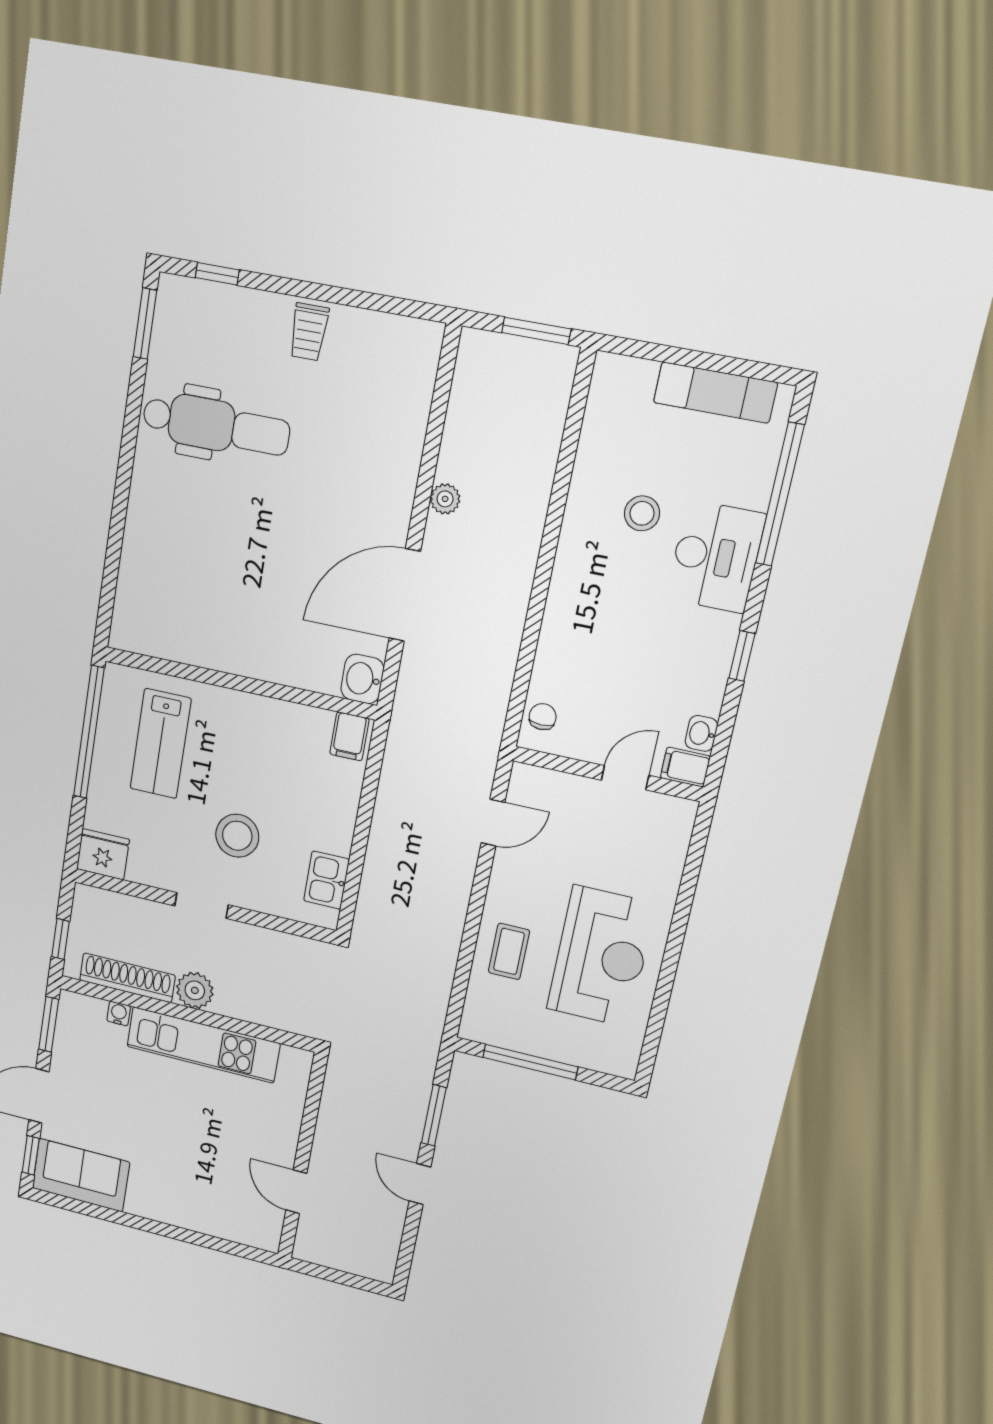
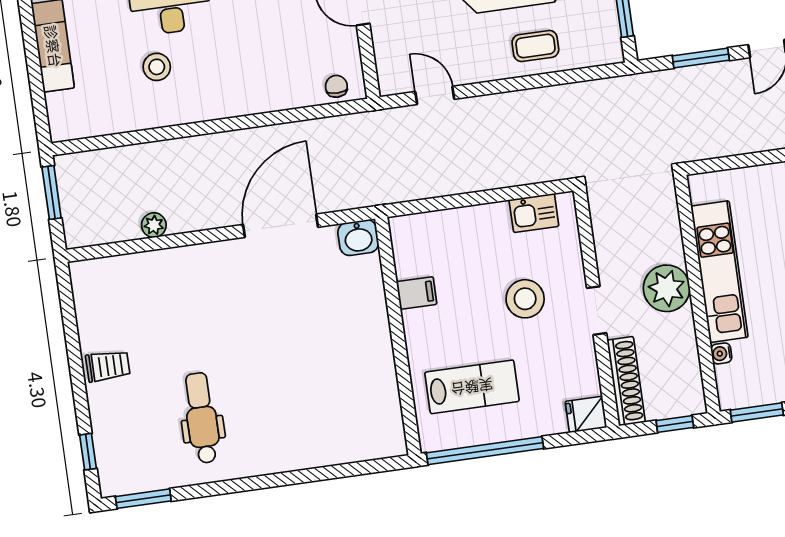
dental chair: (216, 425) -> (202, 418), width x0.73, depth x0.72
plant: (445, 499) -> (154, 225), moved
door: (405, 595) -> (281, 226), swing flipped
chair: (543, 717) -> (336, 86), turned 90
filing cabinet: (349, 736) -> (417, 293), moved
fridge: (103, 854) -> (586, 414), width x0.72
shoe rack: (127, 978) -> (626, 381), moved, turned 180
plant: (195, 990) -> (667, 288), width x1.36, depth x1.36

